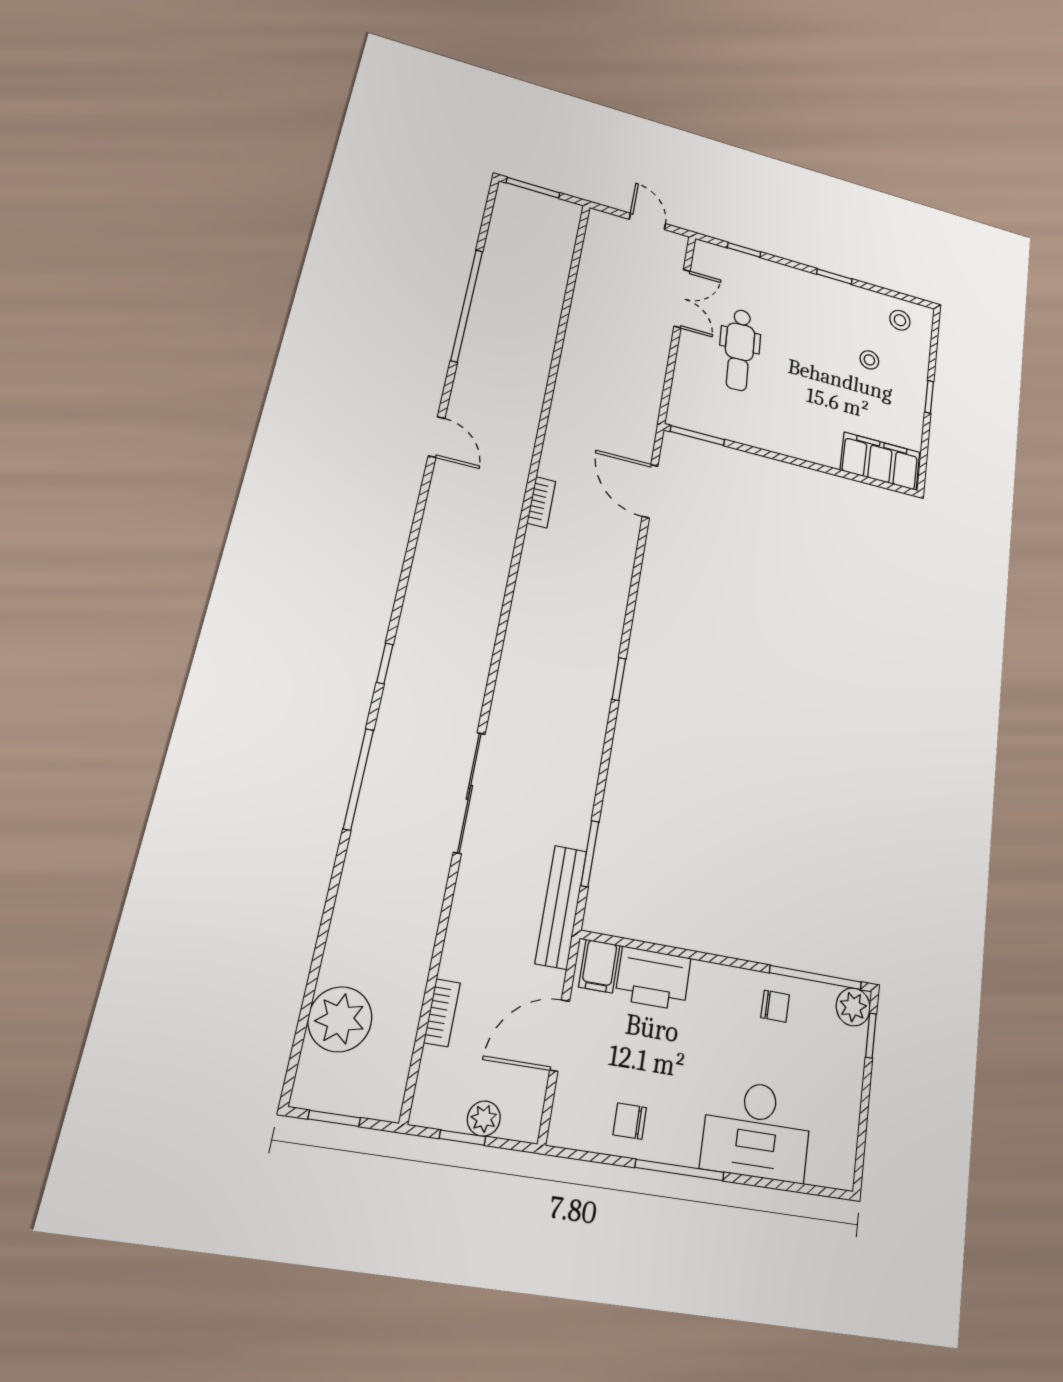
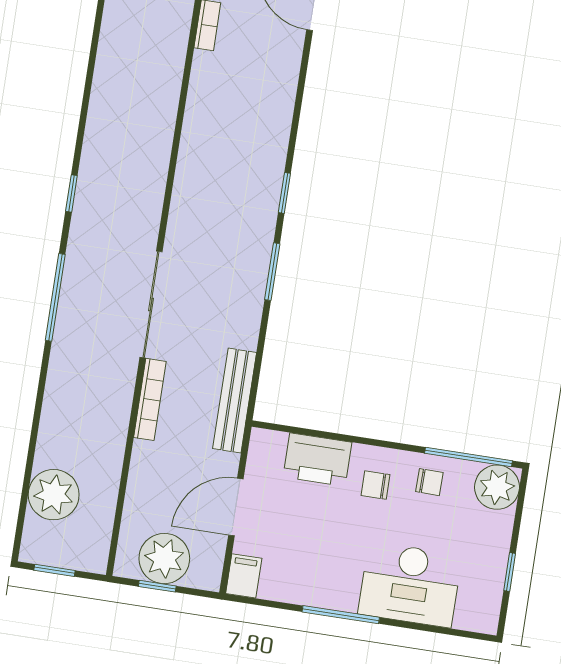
window: (590, 854) -> (272, 272), moved
filing cabinet: (599, 966) -> (244, 576), moved, turned 180
plant: (853, 1007) -> (497, 487), width x1.36, depth x1.36
bookcase: (442, 1013) -> (150, 399), moved, width x1.56
window: (871, 1036) -> (510, 572), moved
plant: (484, 1119) -> (164, 559), width x1.87, depth x1.87
chair: (630, 1121) -> (376, 485), moved

